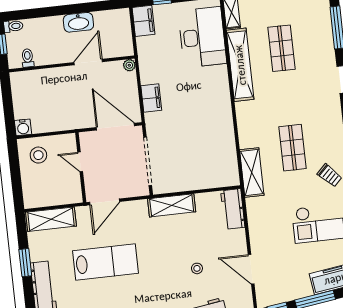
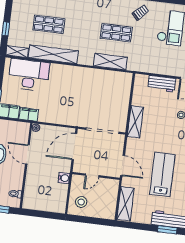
filing cabinet: (151, 98) -> (29, 114), moved
water cooler: (23, 127) -> (64, 178), moved
shelving: (252, 173) -> (110, 62), moved
workbench: (233, 209) -> (162, 84), moved
window: (25, 263) -> (167, 230), moved

